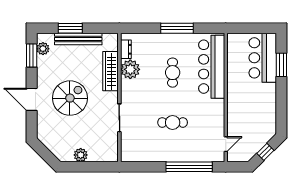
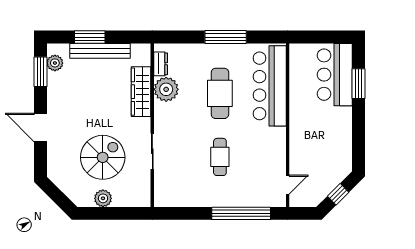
cafe table: (173, 73) -> (220, 93), width x1.37, depth x1.35
spiral stairs: (70, 98) -> (103, 157), moved
cafe table: (173, 122) -> (220, 157), turned 90

